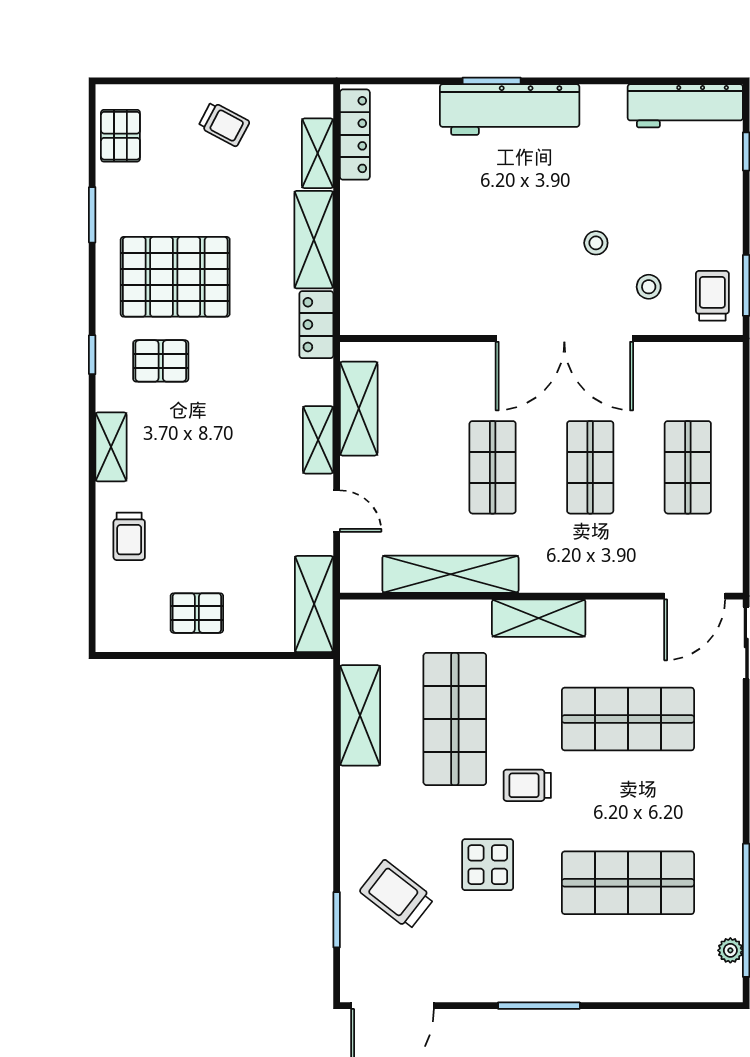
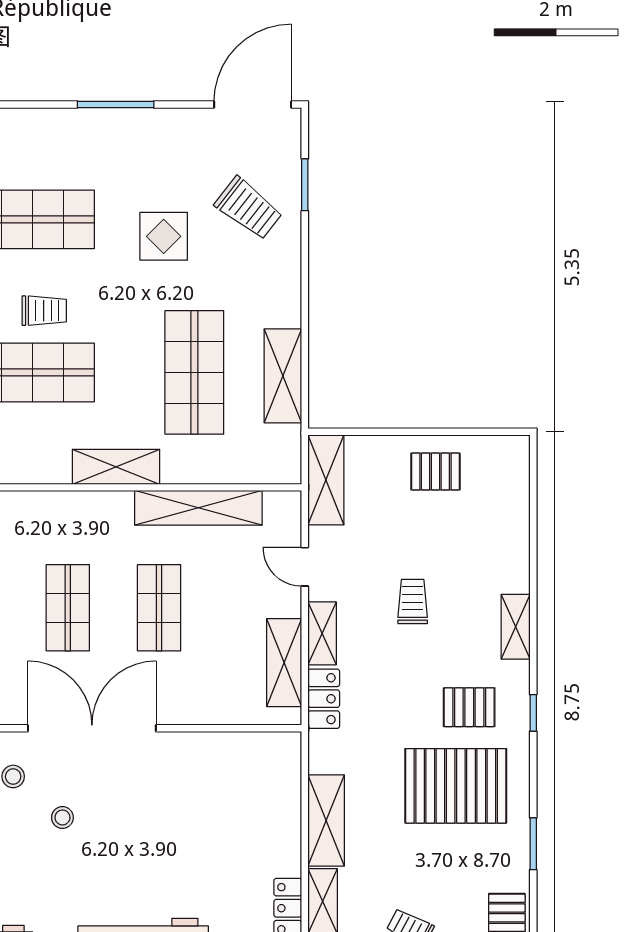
locker: (316, 325) -> (324, 699), moved
trolley: (129, 536) -> (413, 601), moved
trolley: (527, 785) -> (44, 311), moved

